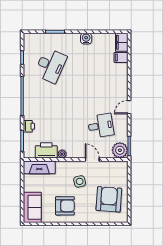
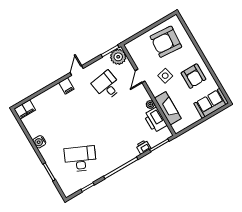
filing cabinet: (121, 57) -> (66, 86), moved
door: (129, 107) -> (77, 71), swing flipped
fireplace: (39, 167) -> (168, 108), moved
armchair: (65, 206) -> (193, 76), turned 180

